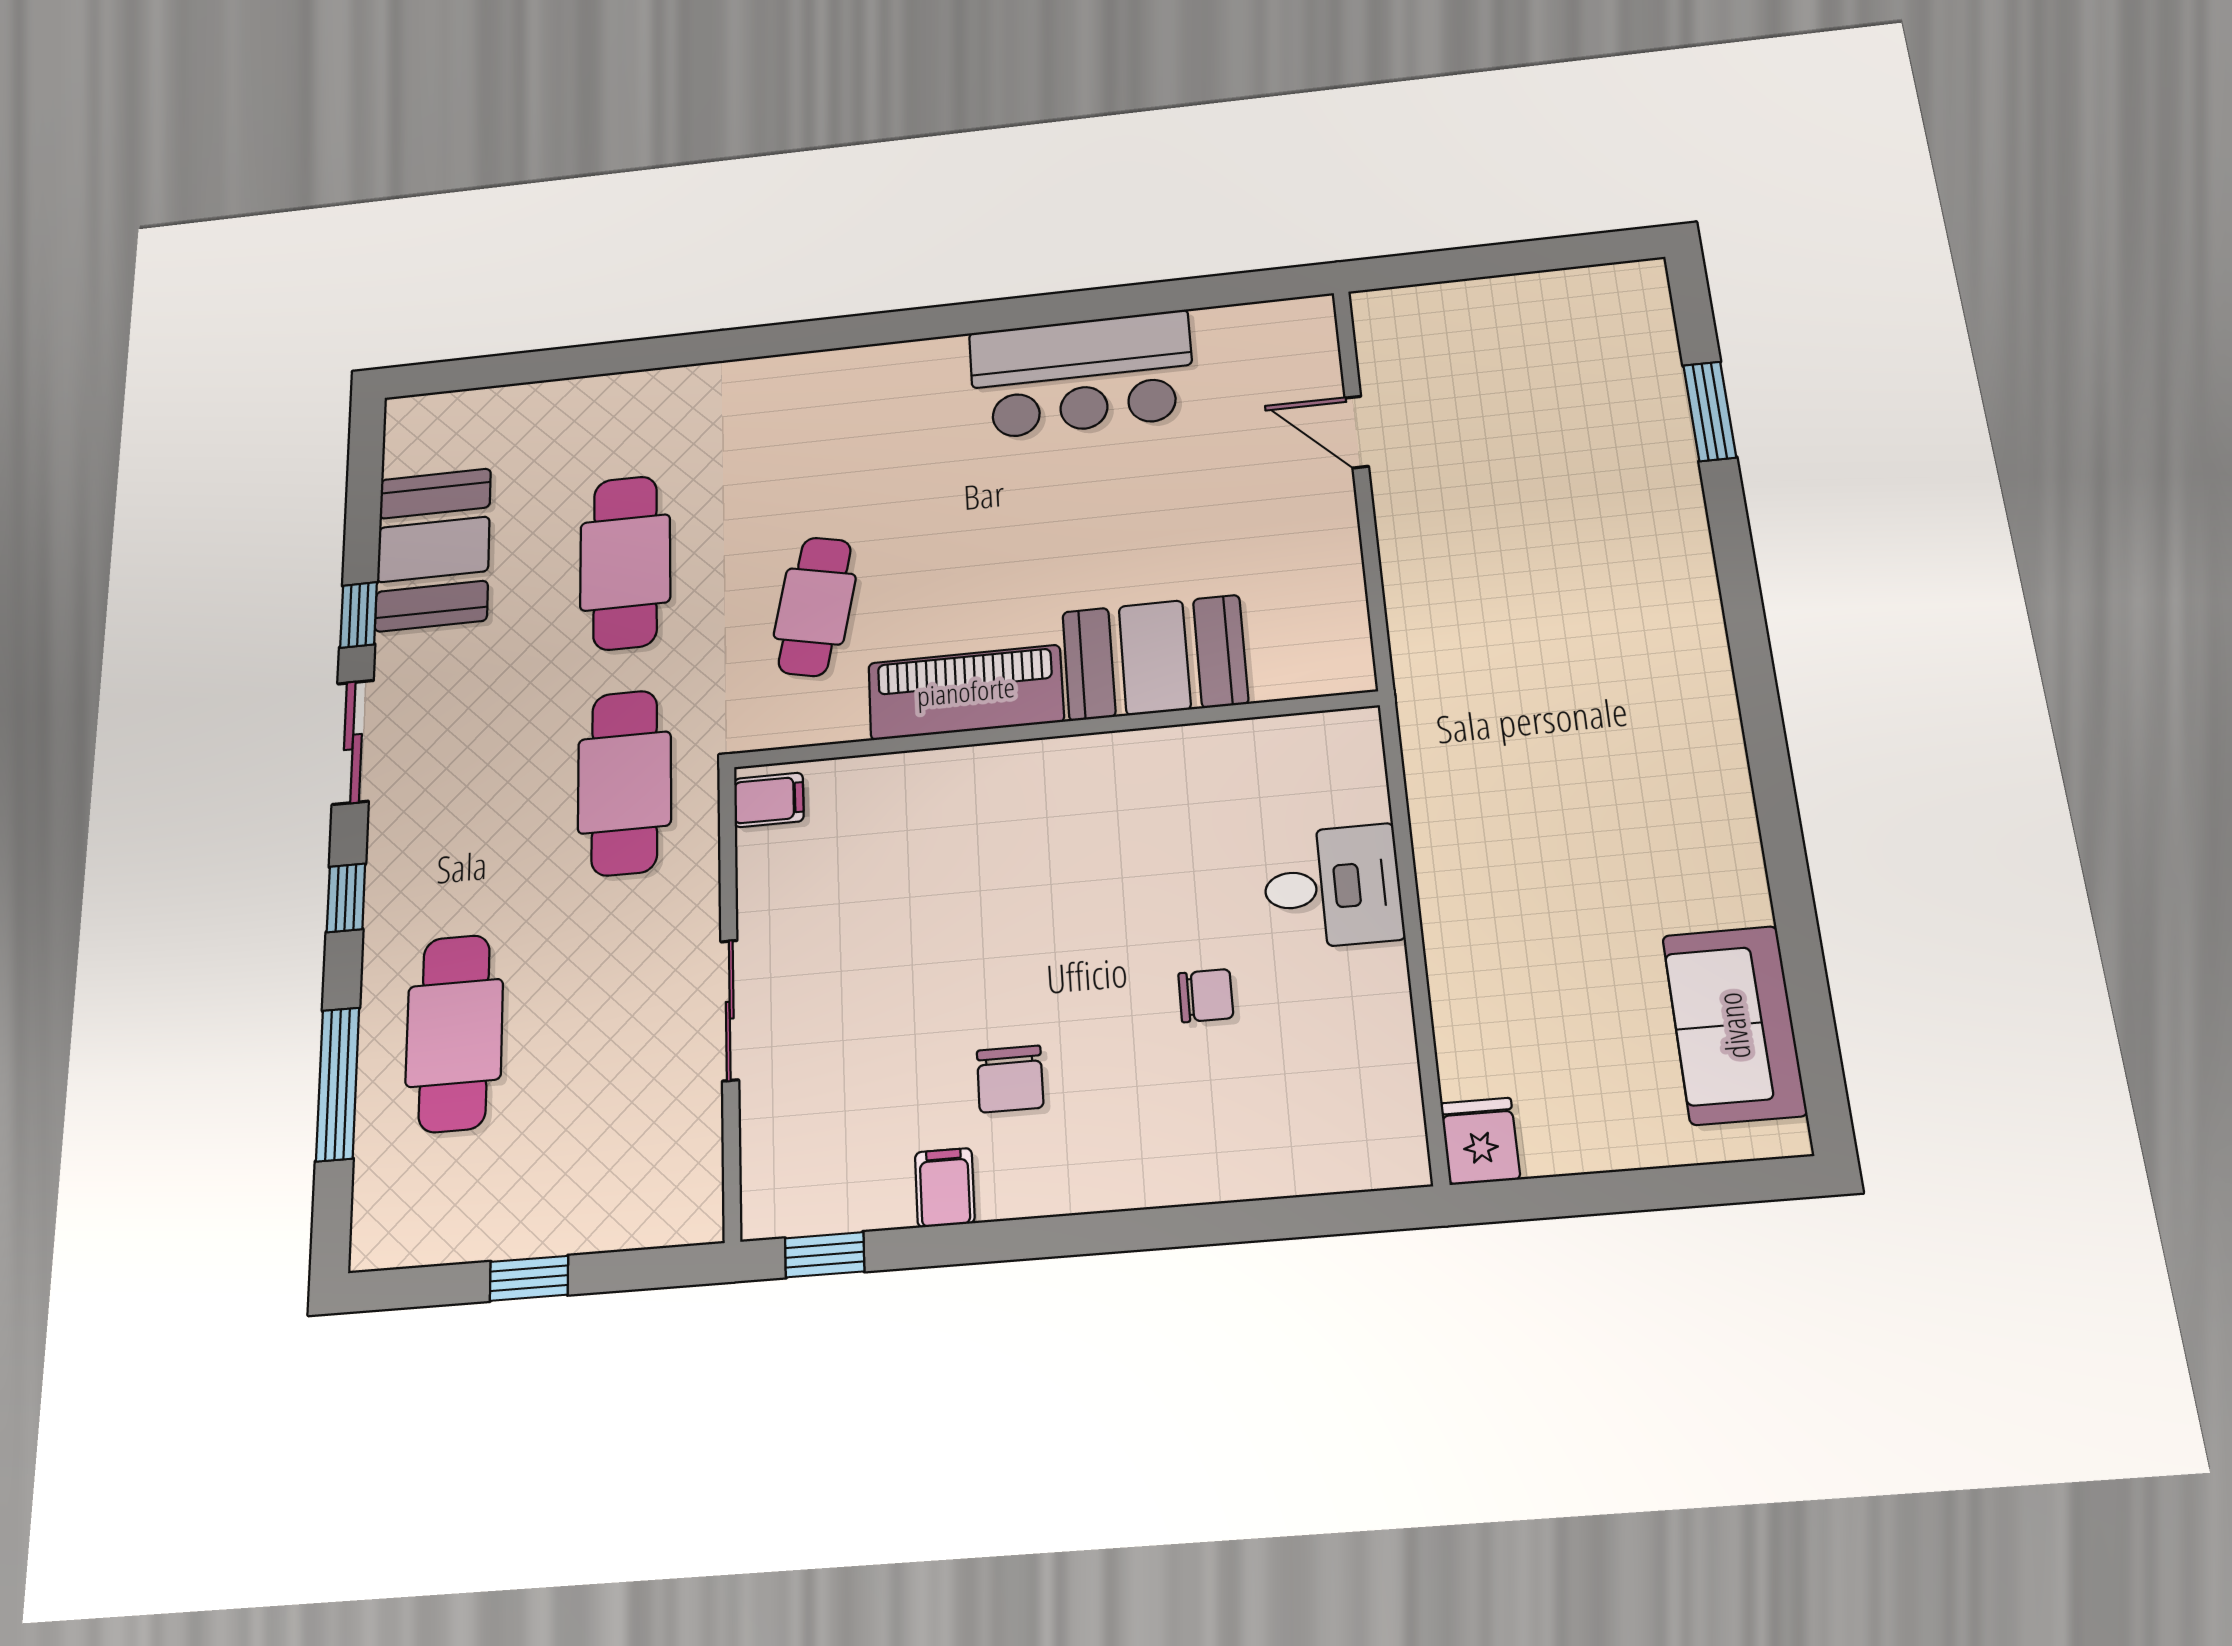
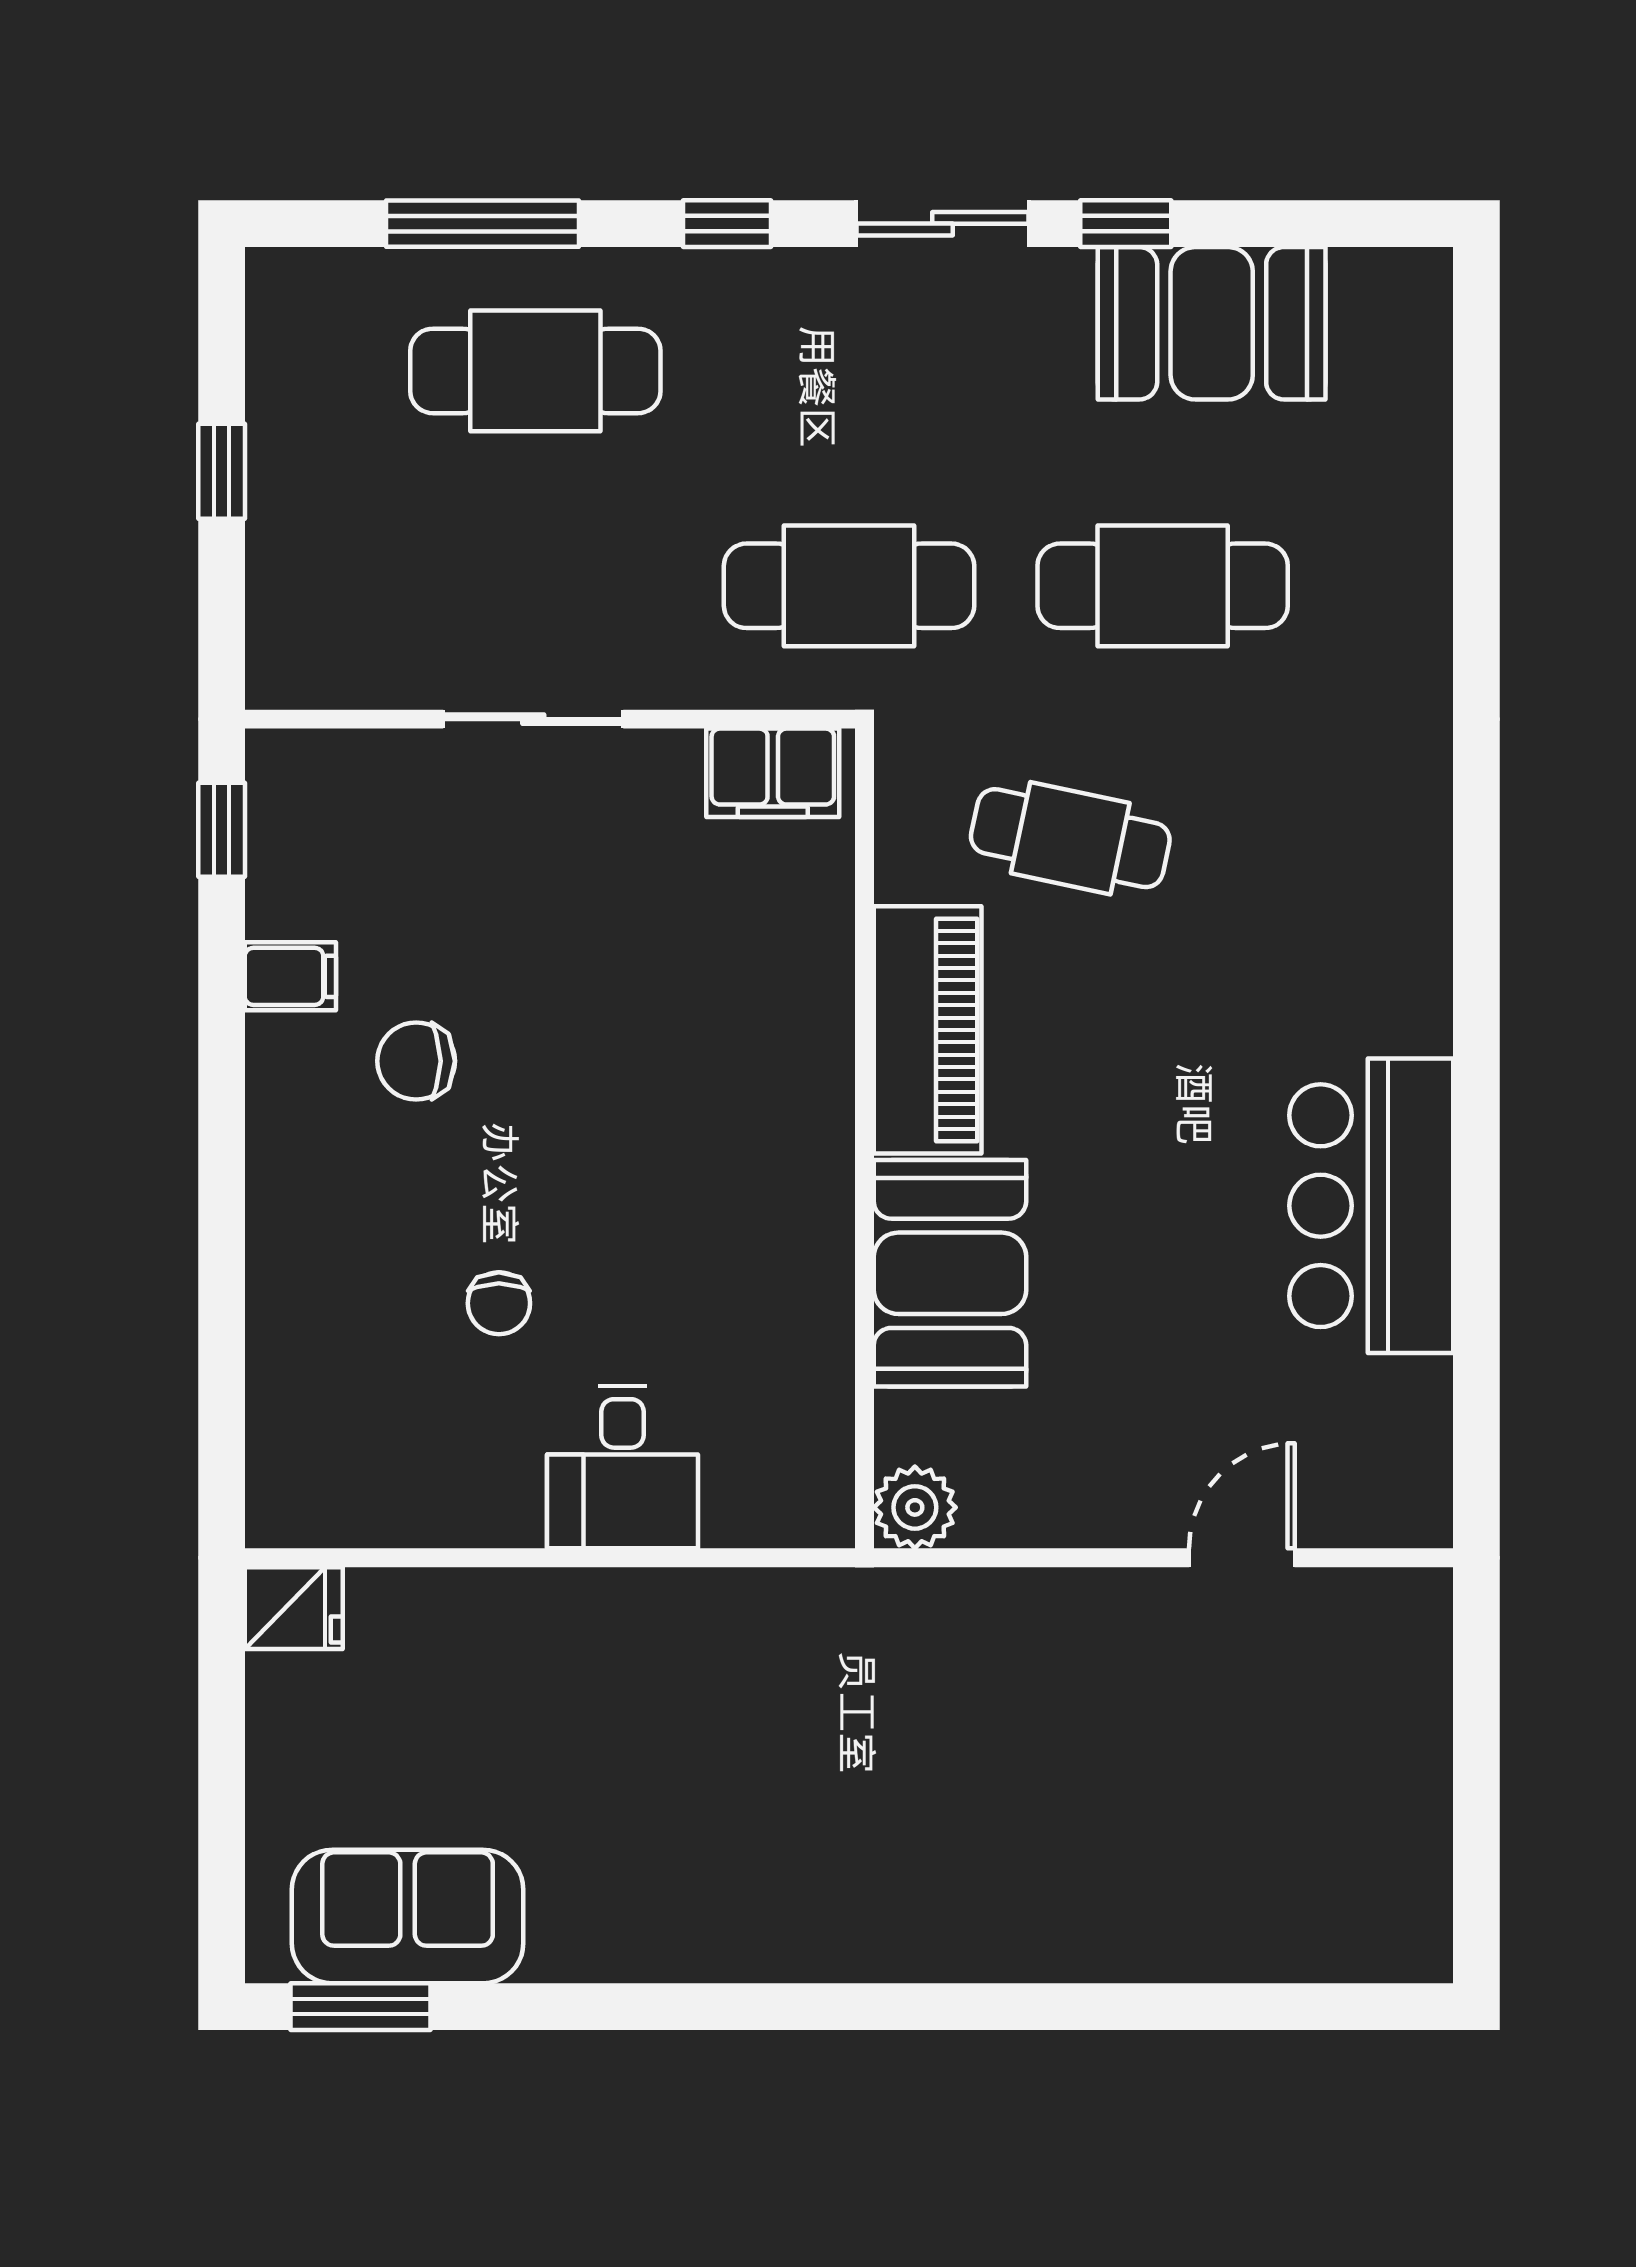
window: (1710, 411) -> (361, 2007), moved
plant: (1342, 665) -> (915, 1507), added
filing cabinet: (769, 800) -> (773, 773), width x2.00

